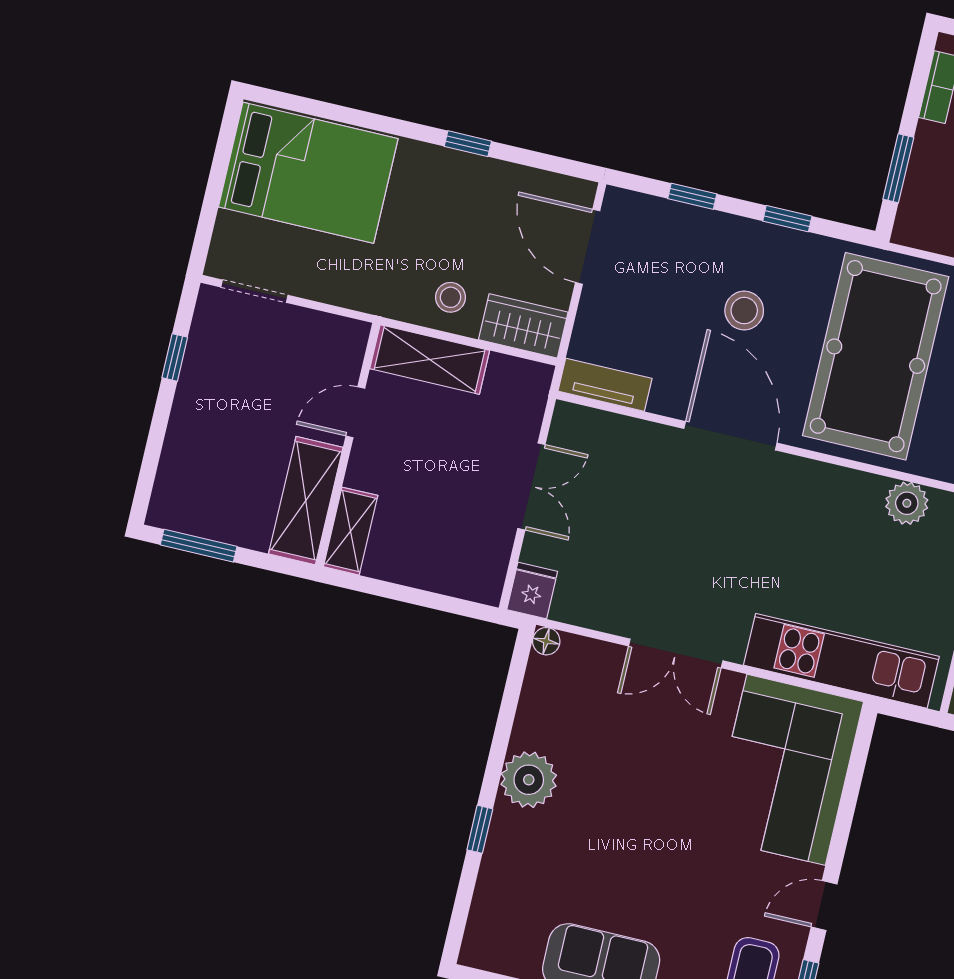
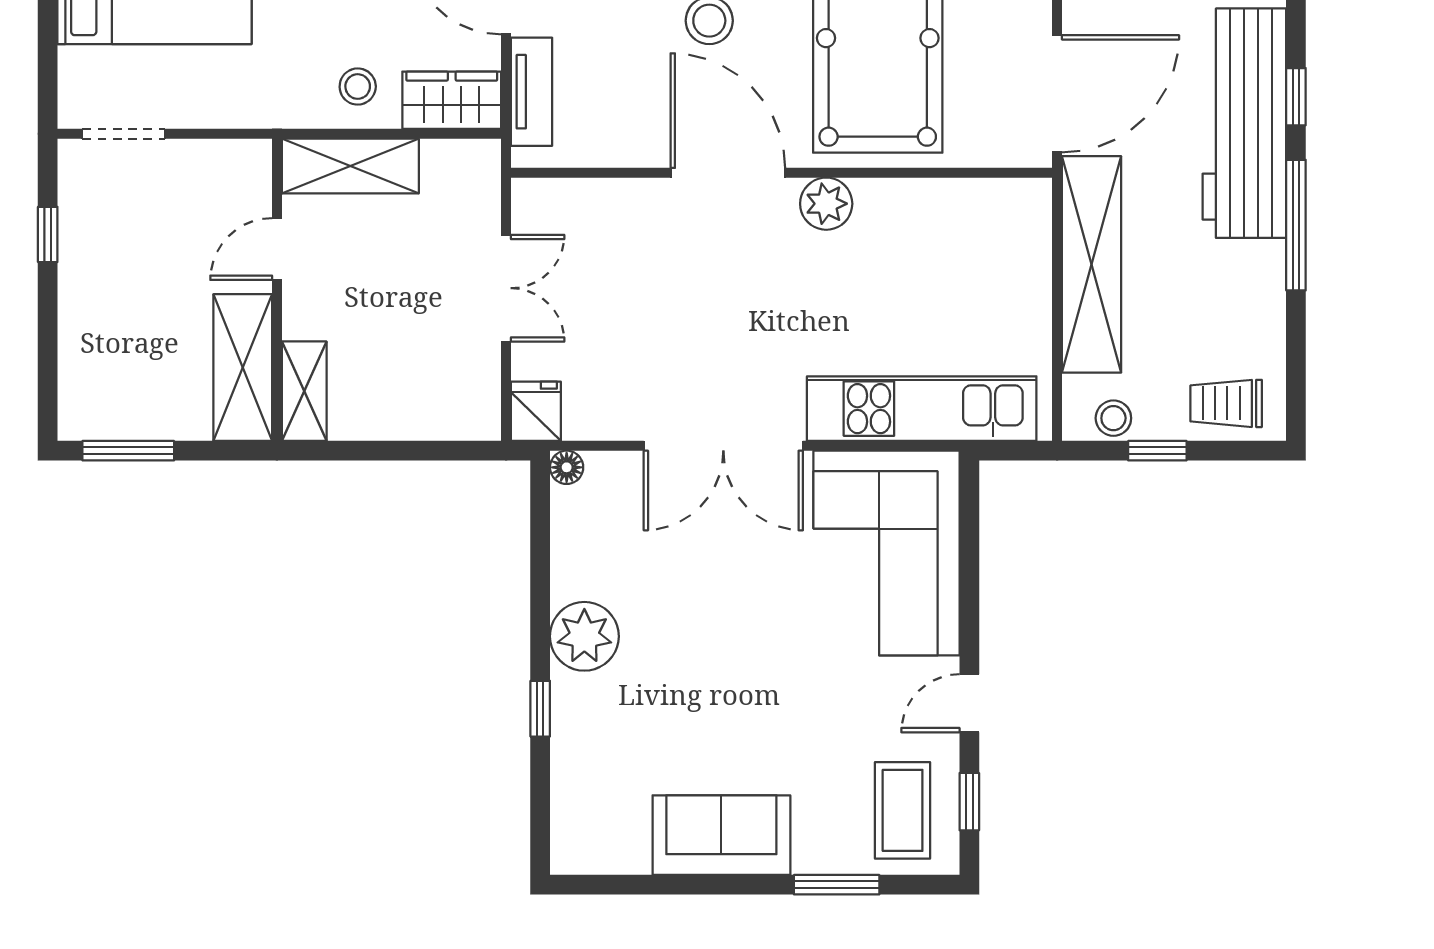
tv unit: (605, 385) -> (532, 92), moved, turned 90
plant: (907, 503) -> (826, 204), moved
double door: (676, 653) -> (723, 446), width x1.37

